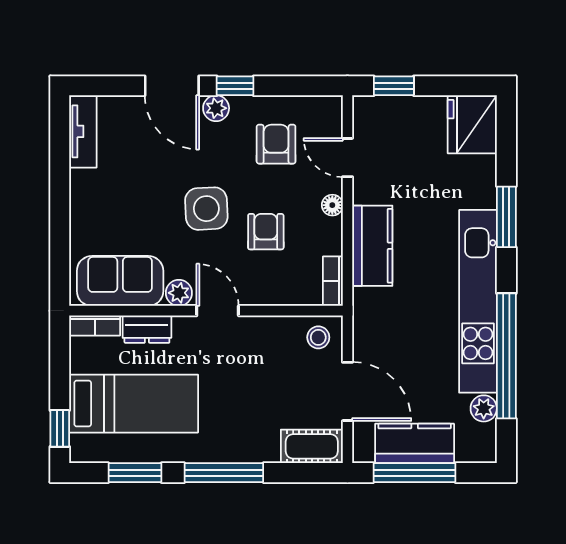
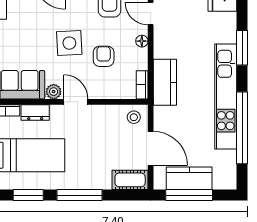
kitchen counter: (372, 246) -> (165, 82), moved
plant: (484, 408) -> (229, 158), removed

